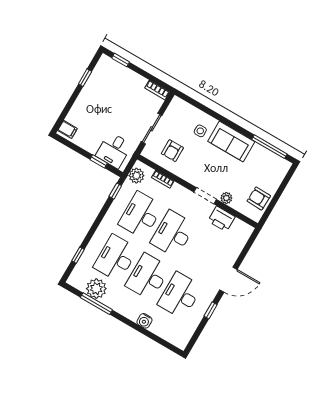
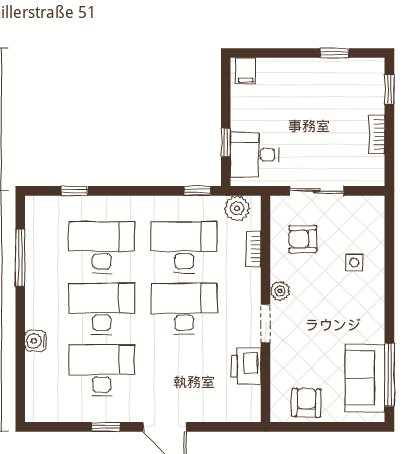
bookcase: (157, 90) -> (377, 134), moved
sofa: (231, 141) -> (365, 378), moved
plant: (226, 198) -> (280, 291), moved
plant: (96, 289) -> (42, 245), removed

